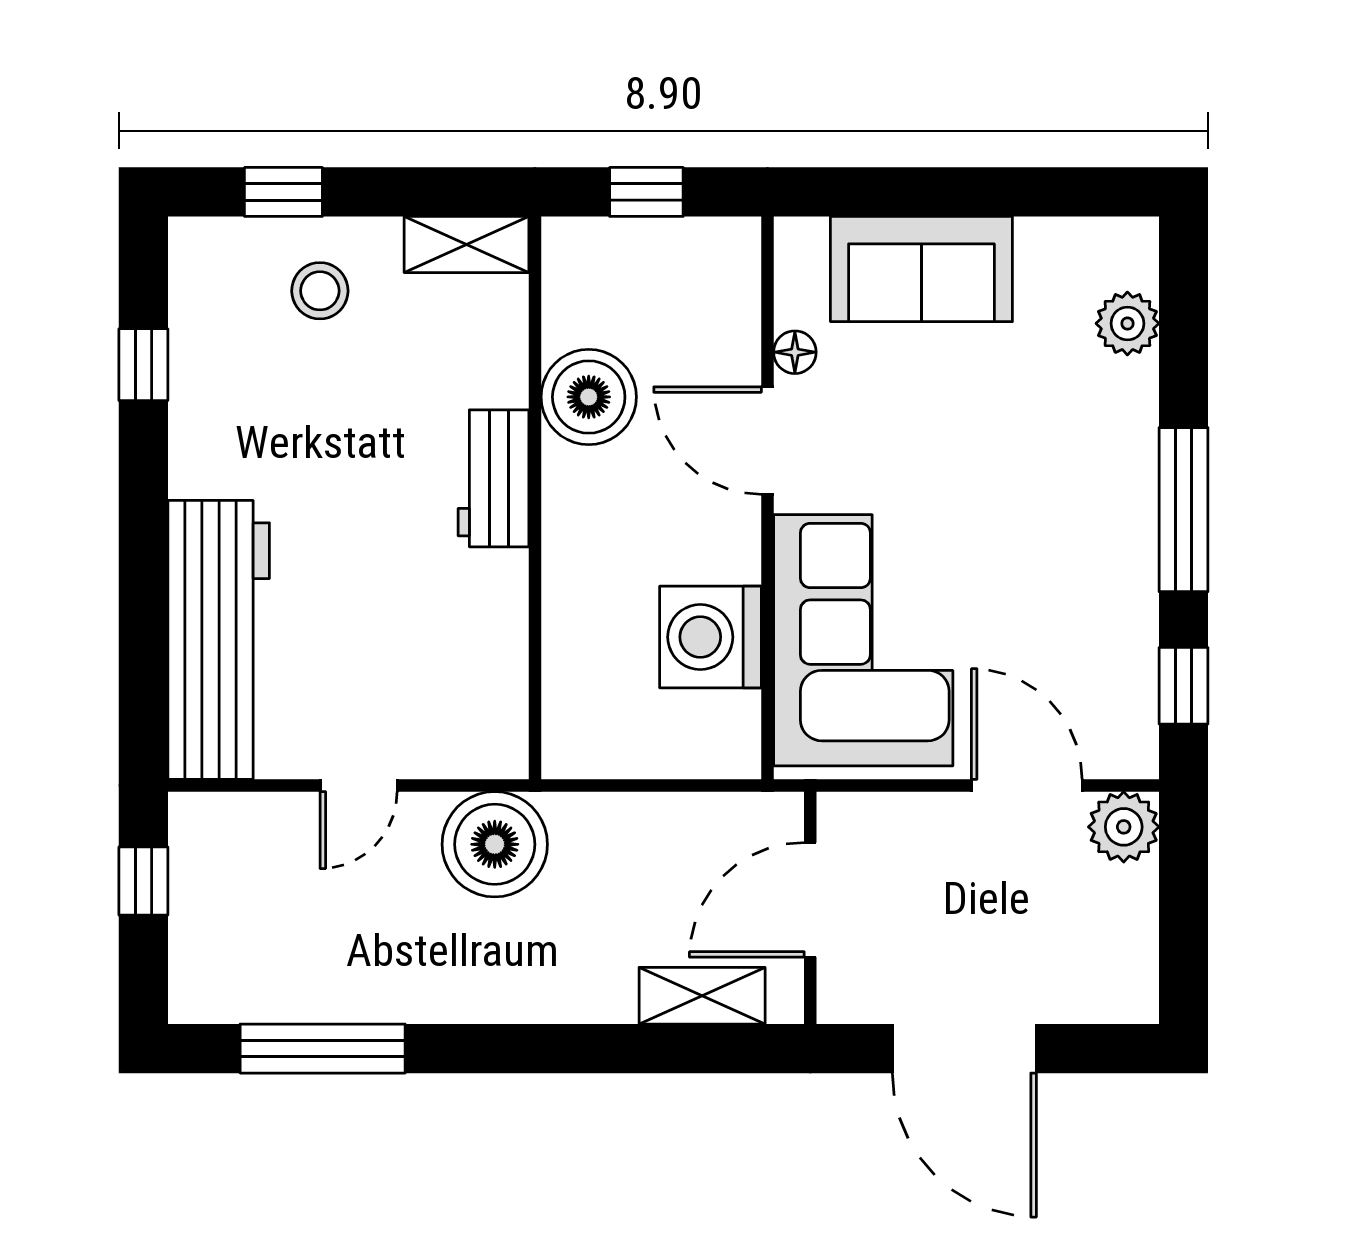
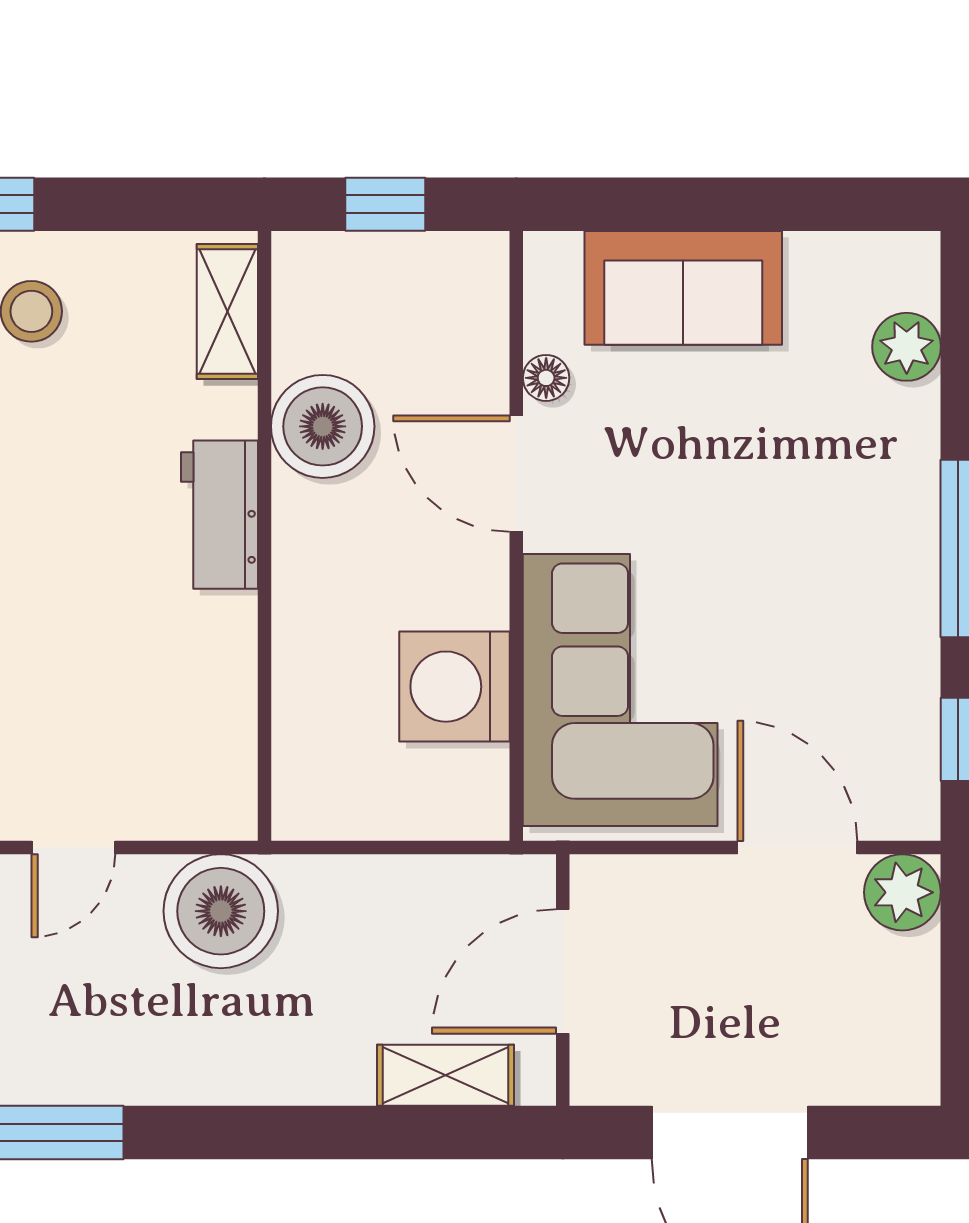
shelving: (466, 245) -> (227, 311), moved, turned 90

